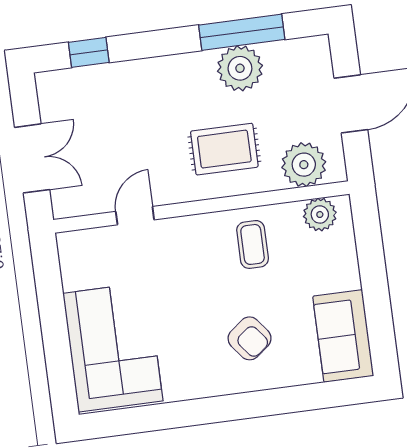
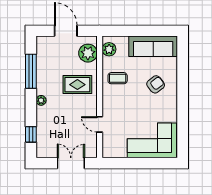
plant: (240, 68) -> (41, 100), moved, width x0.53, depth x0.53
rug: (224, 149) -> (77, 85), turned 90
sofa: (343, 336) -> (153, 46), width x1.36

